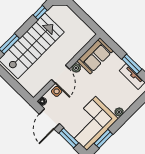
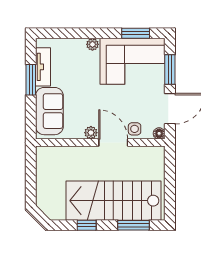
window: (40, 13) -> (87, 225), moved
sofa: (95, 56) -> (49, 111), moved, turned 90
door: (60, 74) -> (113, 142), hinge flipped

